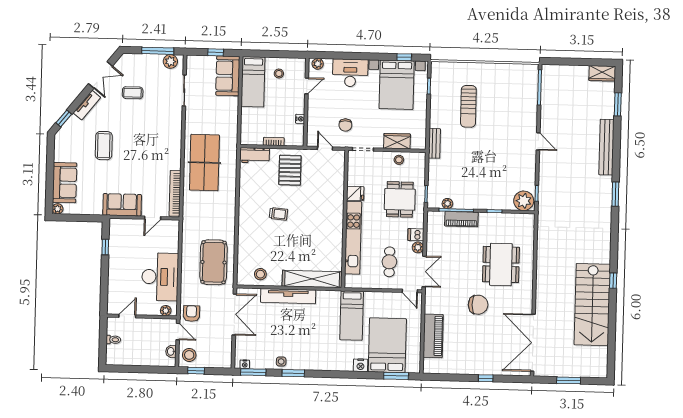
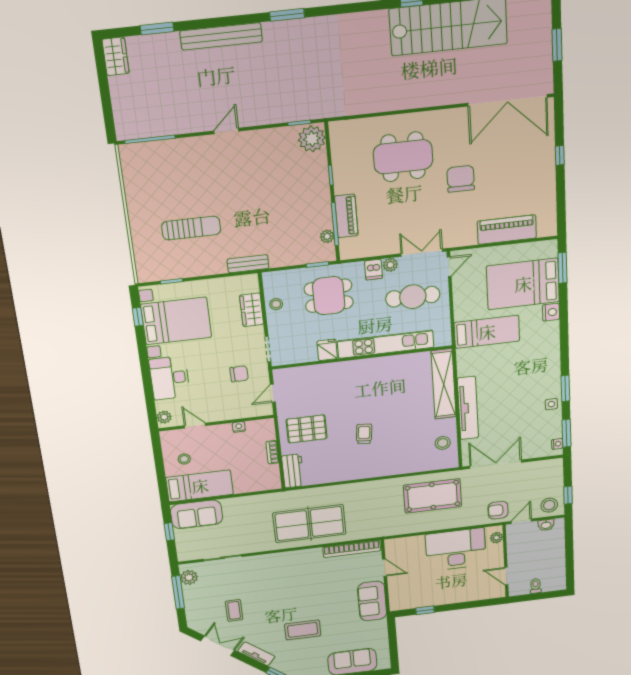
plant: (58, 209) -> (384, 664), removed
cafe table: (389, 262) -> (413, 297), width x1.37, depth x1.35

